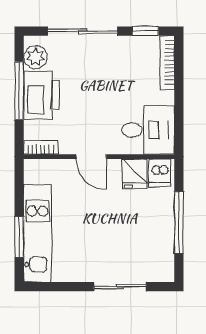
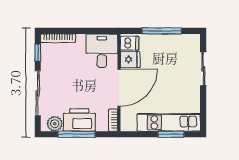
door: (91, 157) -> (119, 88), width x1.88

